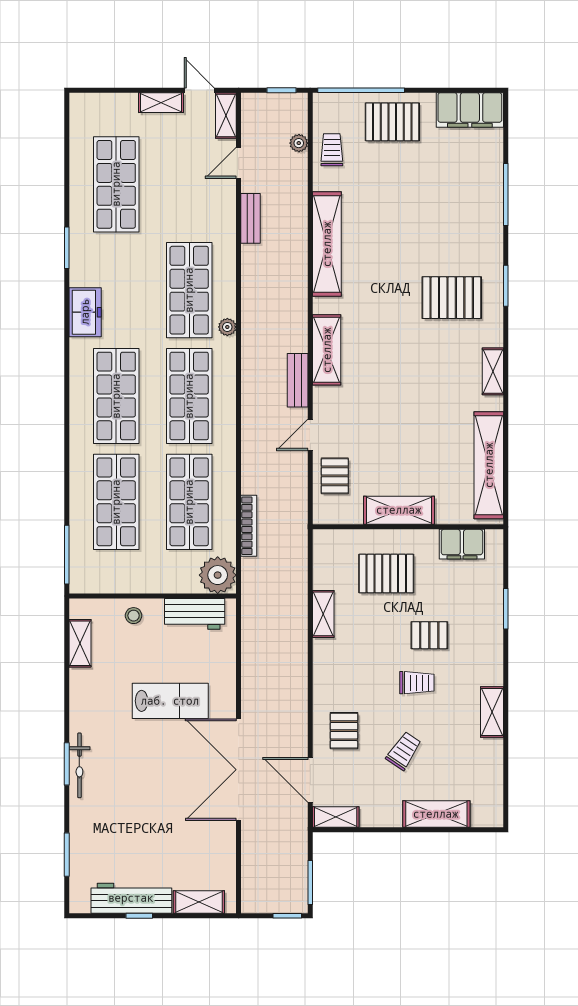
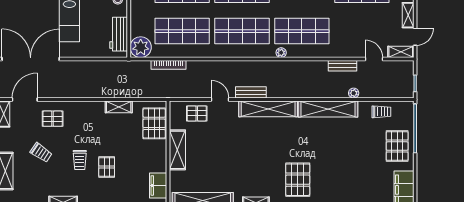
plant: (299, 143) -> (354, 93), moved
shelving: (327, 350) -> (268, 109), width x1.47
pallet: (386, 574) -> (154, 123), moved

